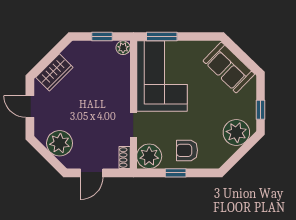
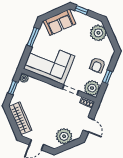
window: (162, 37) -> (33, 37), moved
wardrobe: (54, 72) -> (20, 118), width x1.50
window: (260, 110) -> (81, 10), moved

